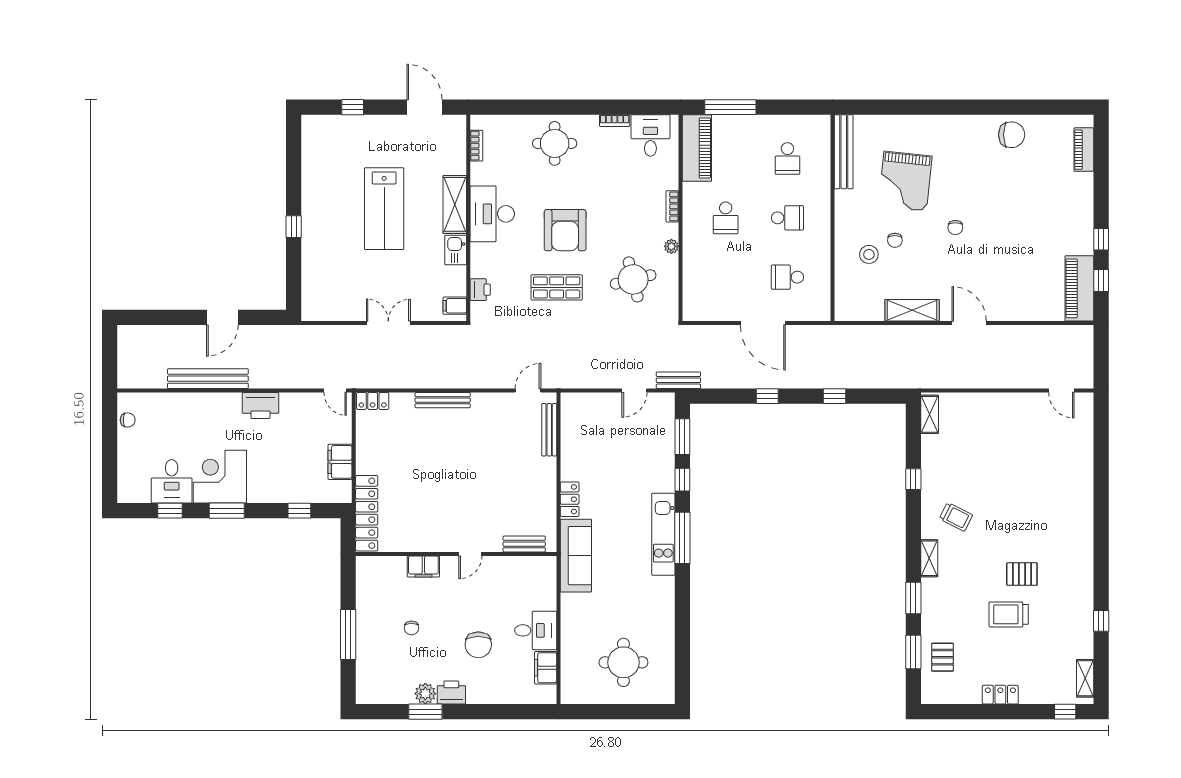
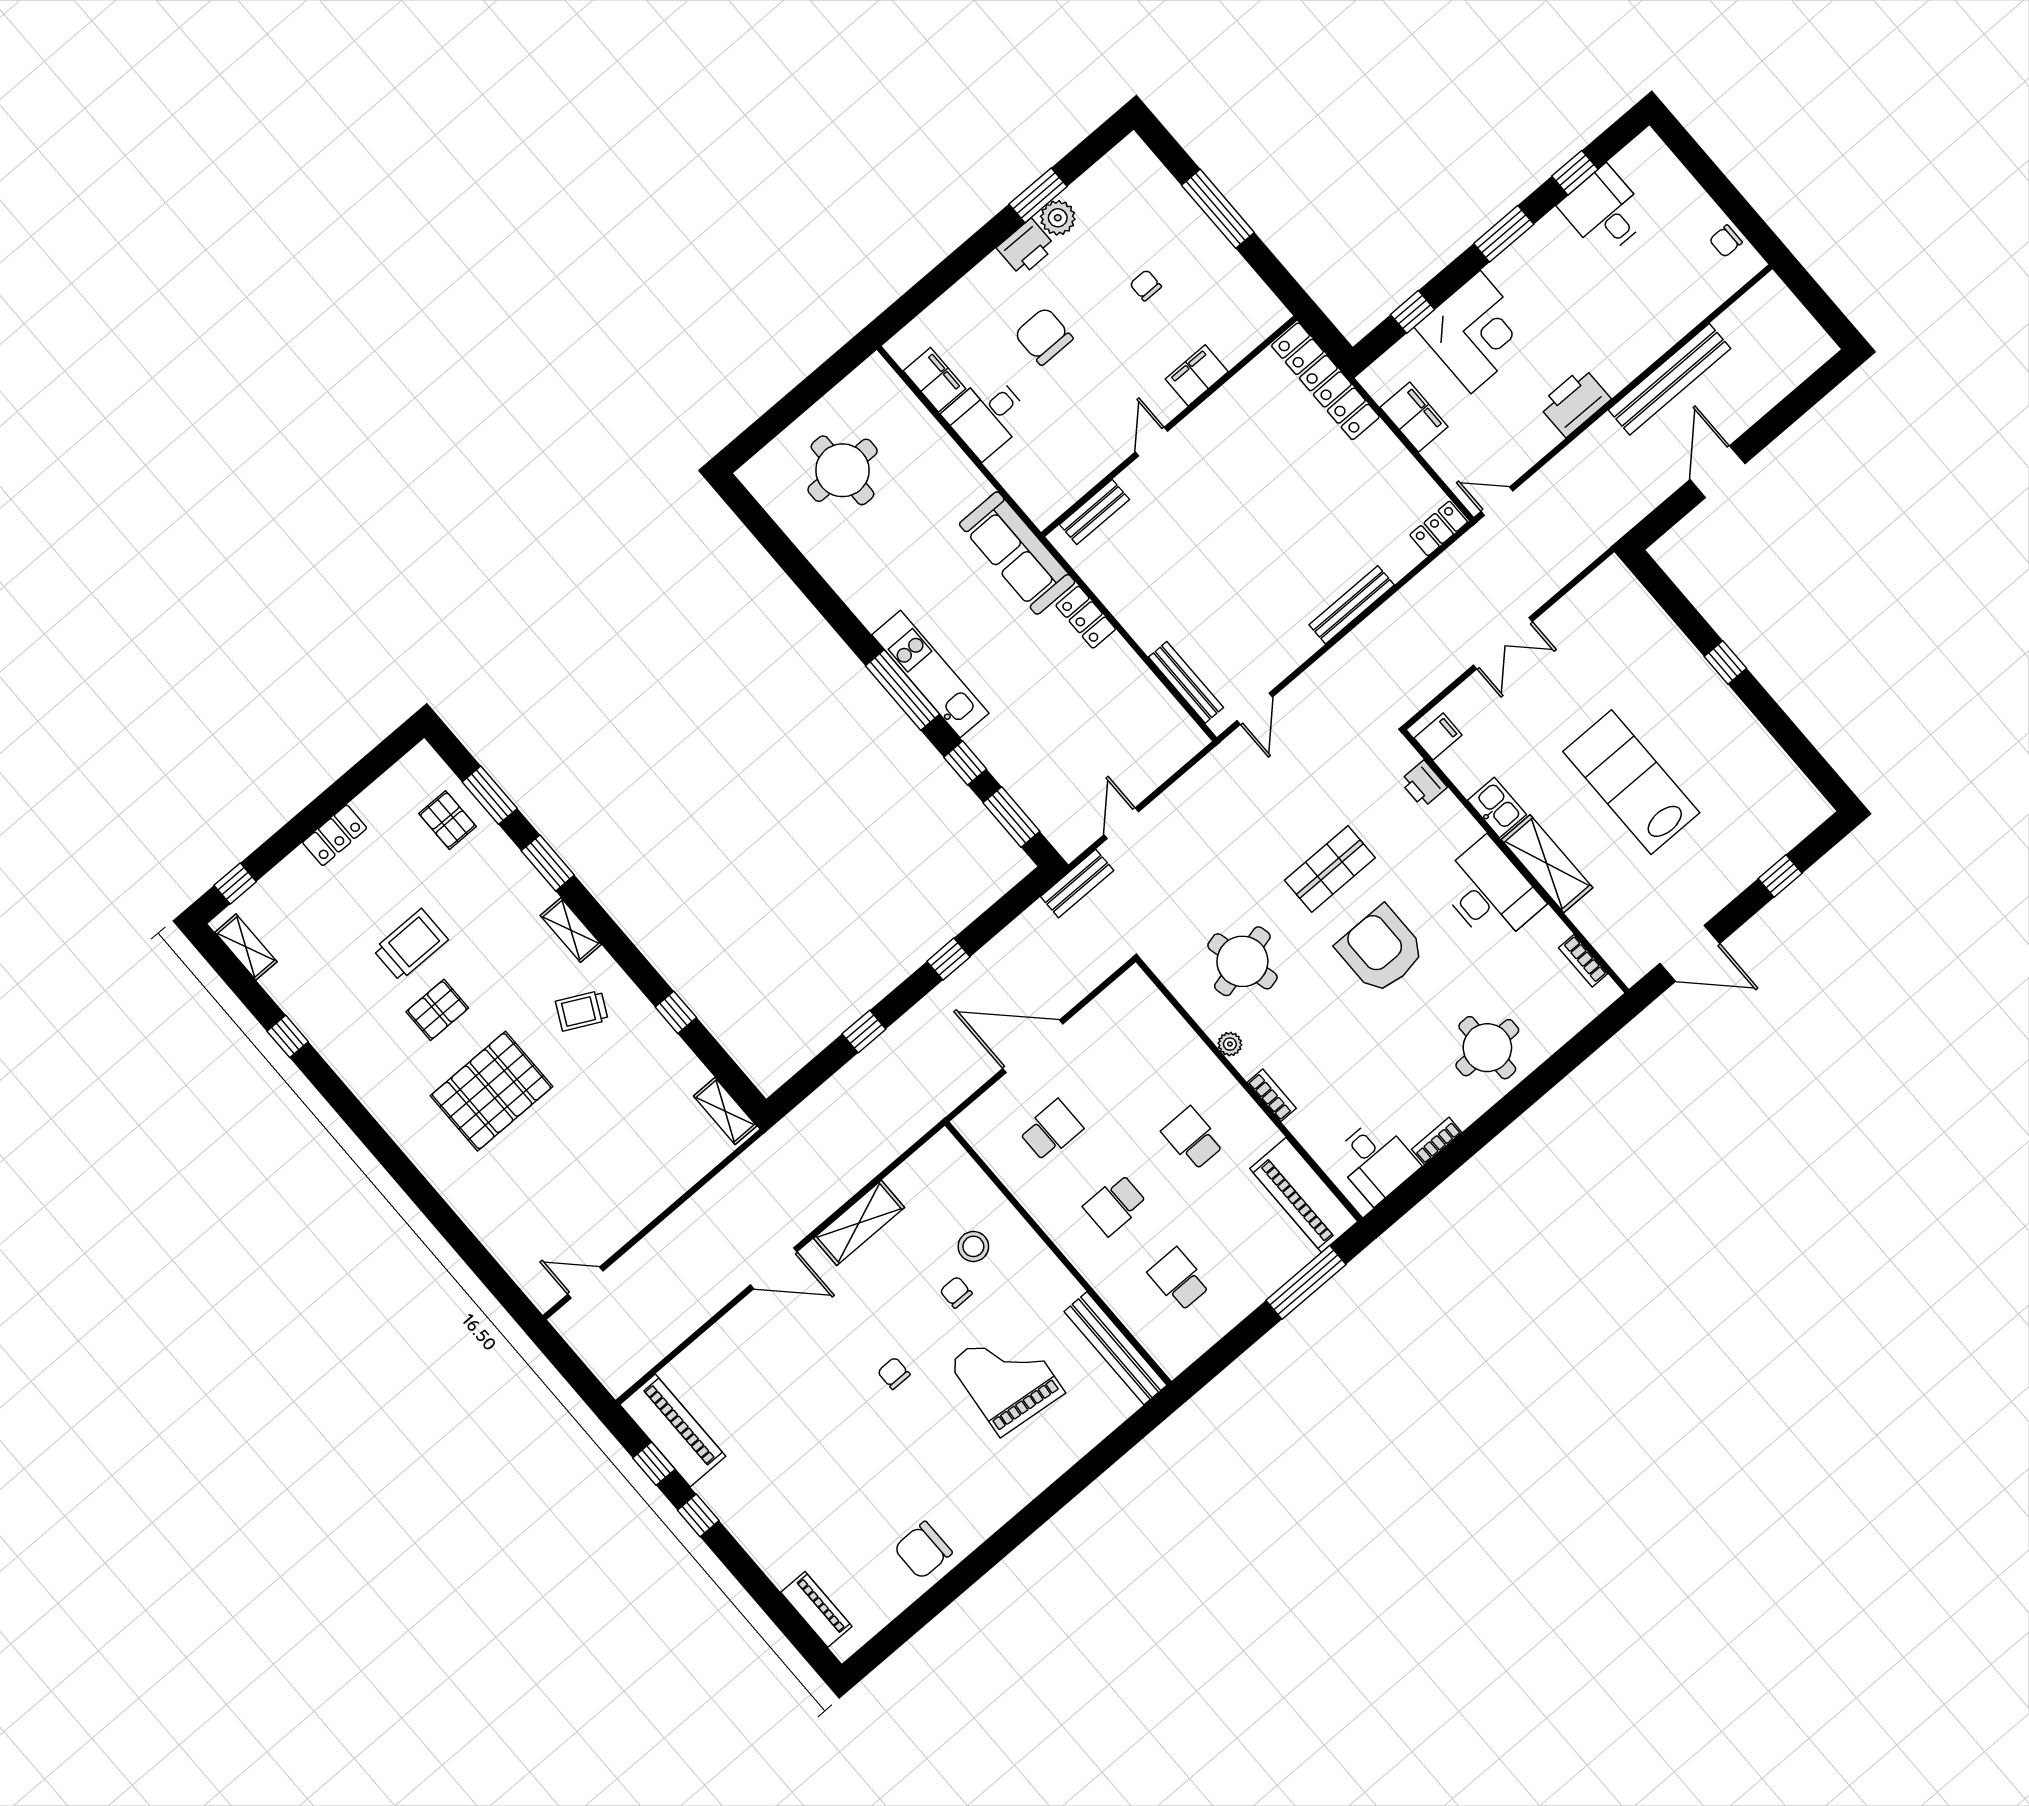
corner desk: (220, 477) -> (1476, 332), moved
pallet: (1029, 515) -> (492, 1091), added

